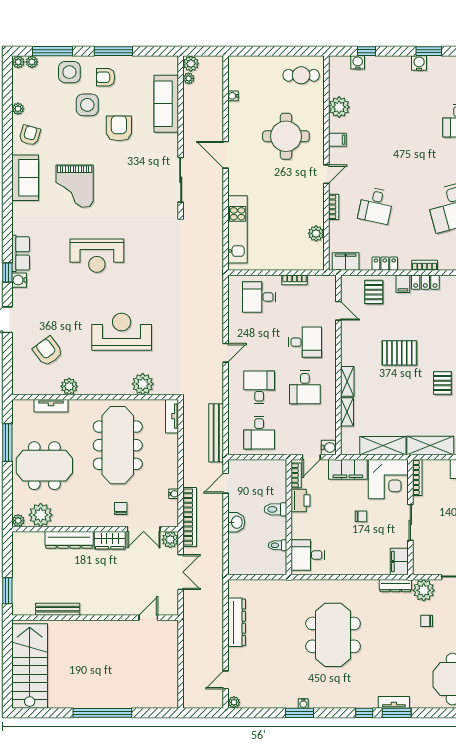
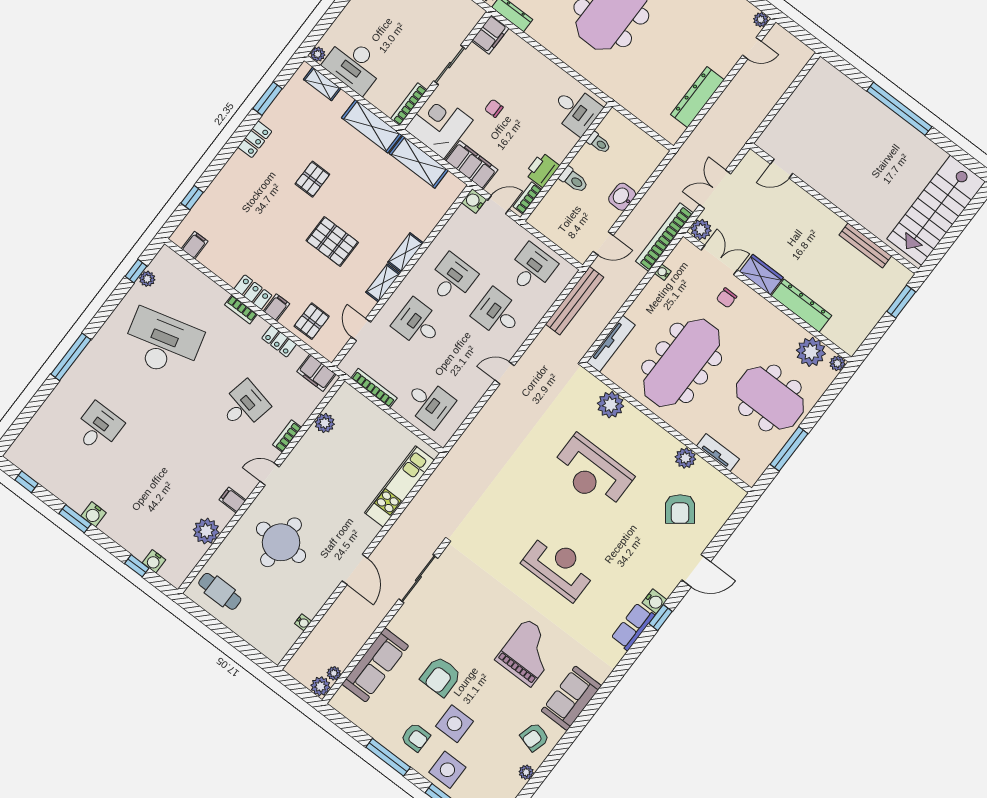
bookcase: (295, 280) -> (374, 388), width x1.56
desk: (259, 387) -> (498, 313), turned 90
shelving: (347, 412) -> (383, 283), moved
tv unit: (172, 416) -> (611, 344), width x1.41

